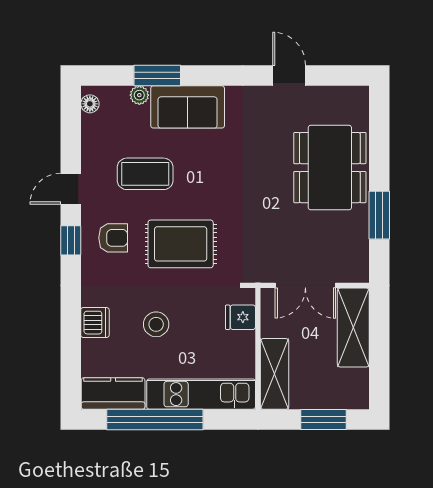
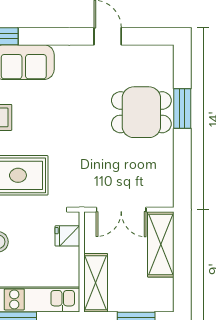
dining table: (330, 168) -> (141, 112), width x0.73
window: (379, 215) -> (182, 108), moved

